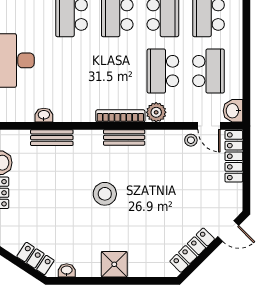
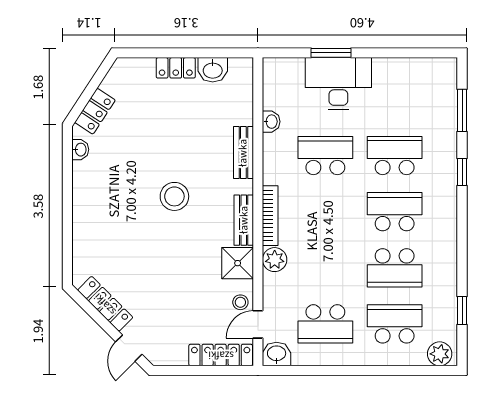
school desk: (163, 71) -> (325, 156), moved
bench: (52, 138) -> (243, 153), moved
shower: (114, 264) -> (238, 263), moved

